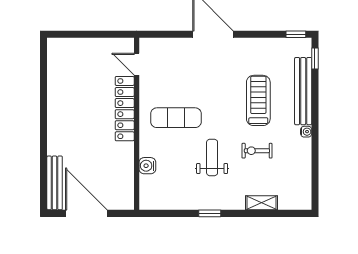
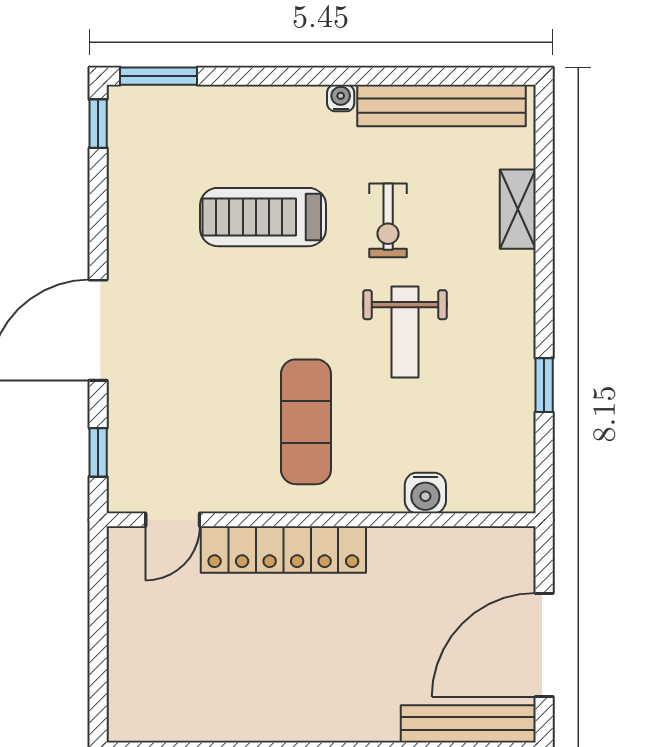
window: (164, 34) -> (98, 452), added
window: (315, 58) -> (158, 76), width x1.50
bench: (303, 91) -> (442, 105), moved
weight bench: (212, 158) -> (405, 332), turned -90
window: (210, 213) -> (544, 385), moved

